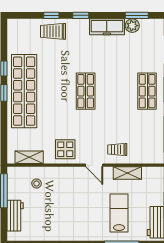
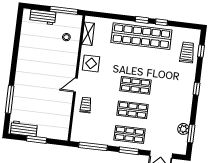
window: (51, 15) -> (201, 51), moved
freezer: (107, 27) -> (185, 109), removed
trolley: (53, 31) -> (187, 52), moved
shop shelf: (116, 91) -> (133, 110), added
shelving: (127, 173) -> (66, 111), removed
lab bench: (119, 213) -> (35, 100), removed

